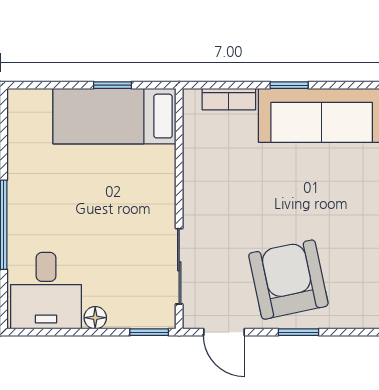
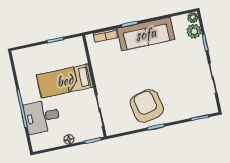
bed: (114, 116) -> (65, 81), moved
desk: (46, 291) -> (42, 117), moved, turned 90
door: (224, 332) -> (124, 134), removed

